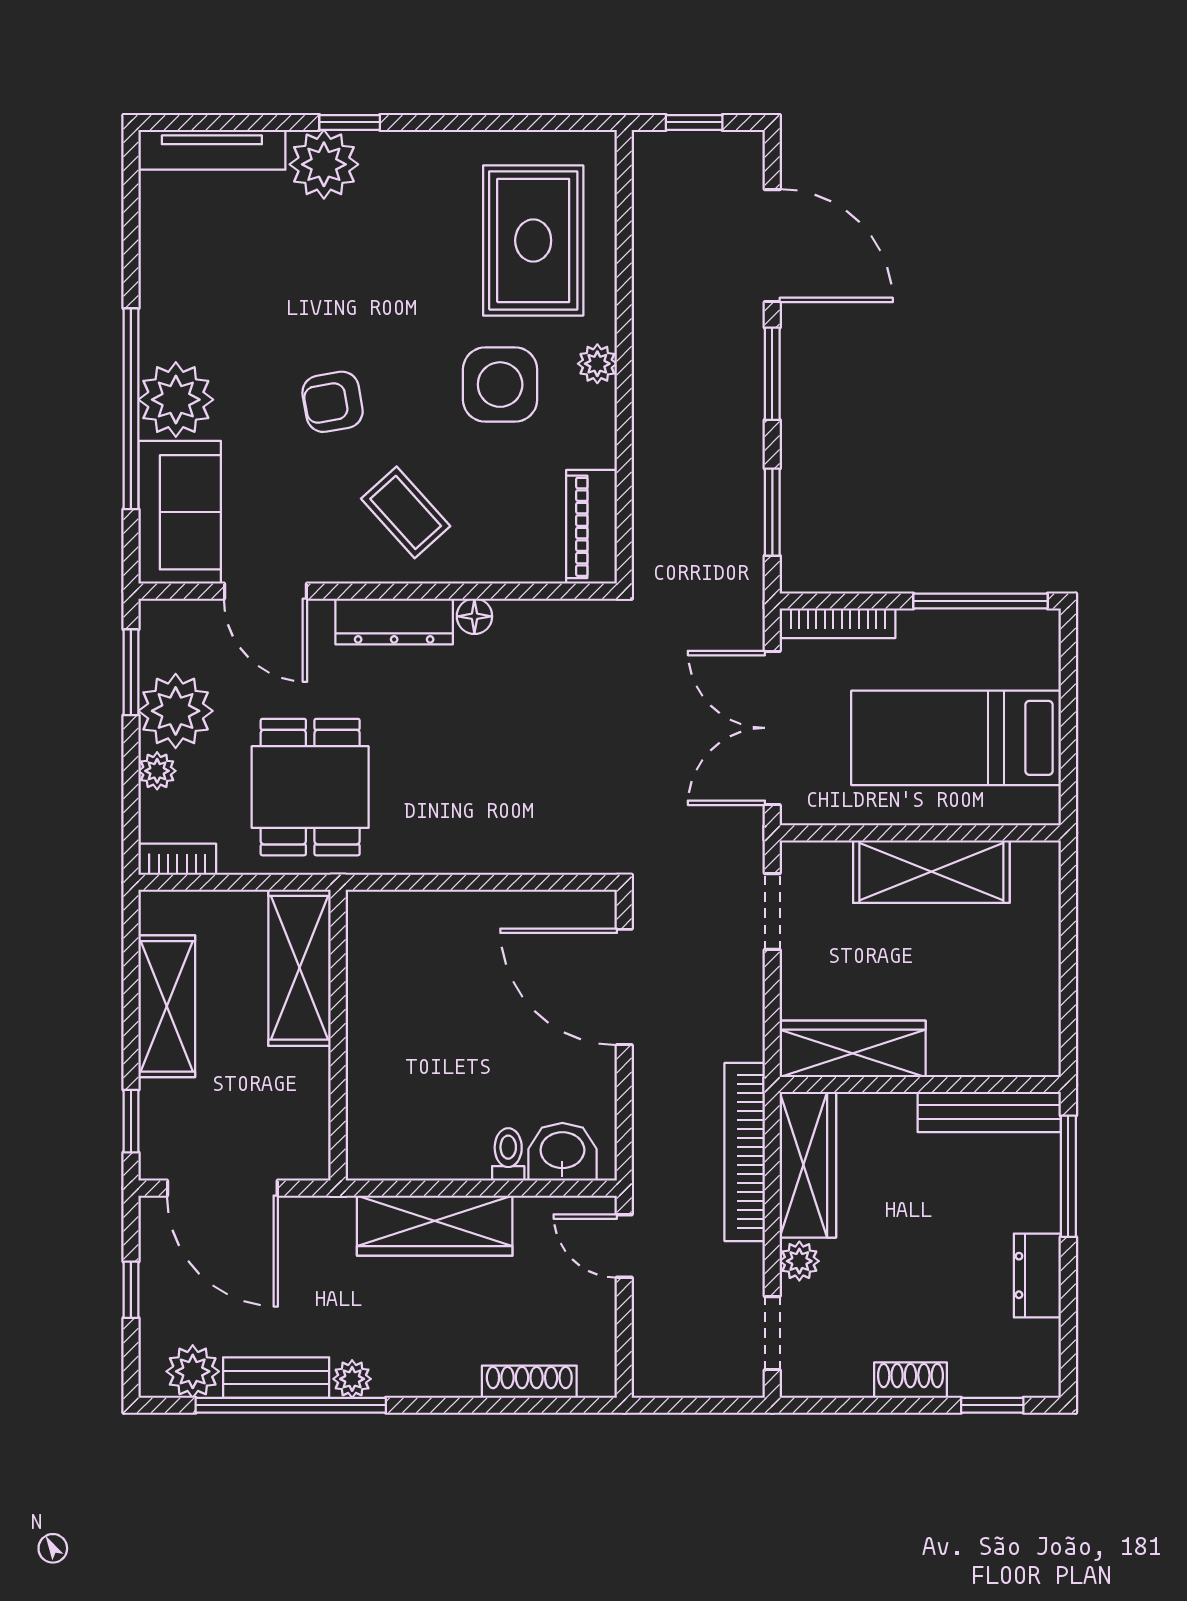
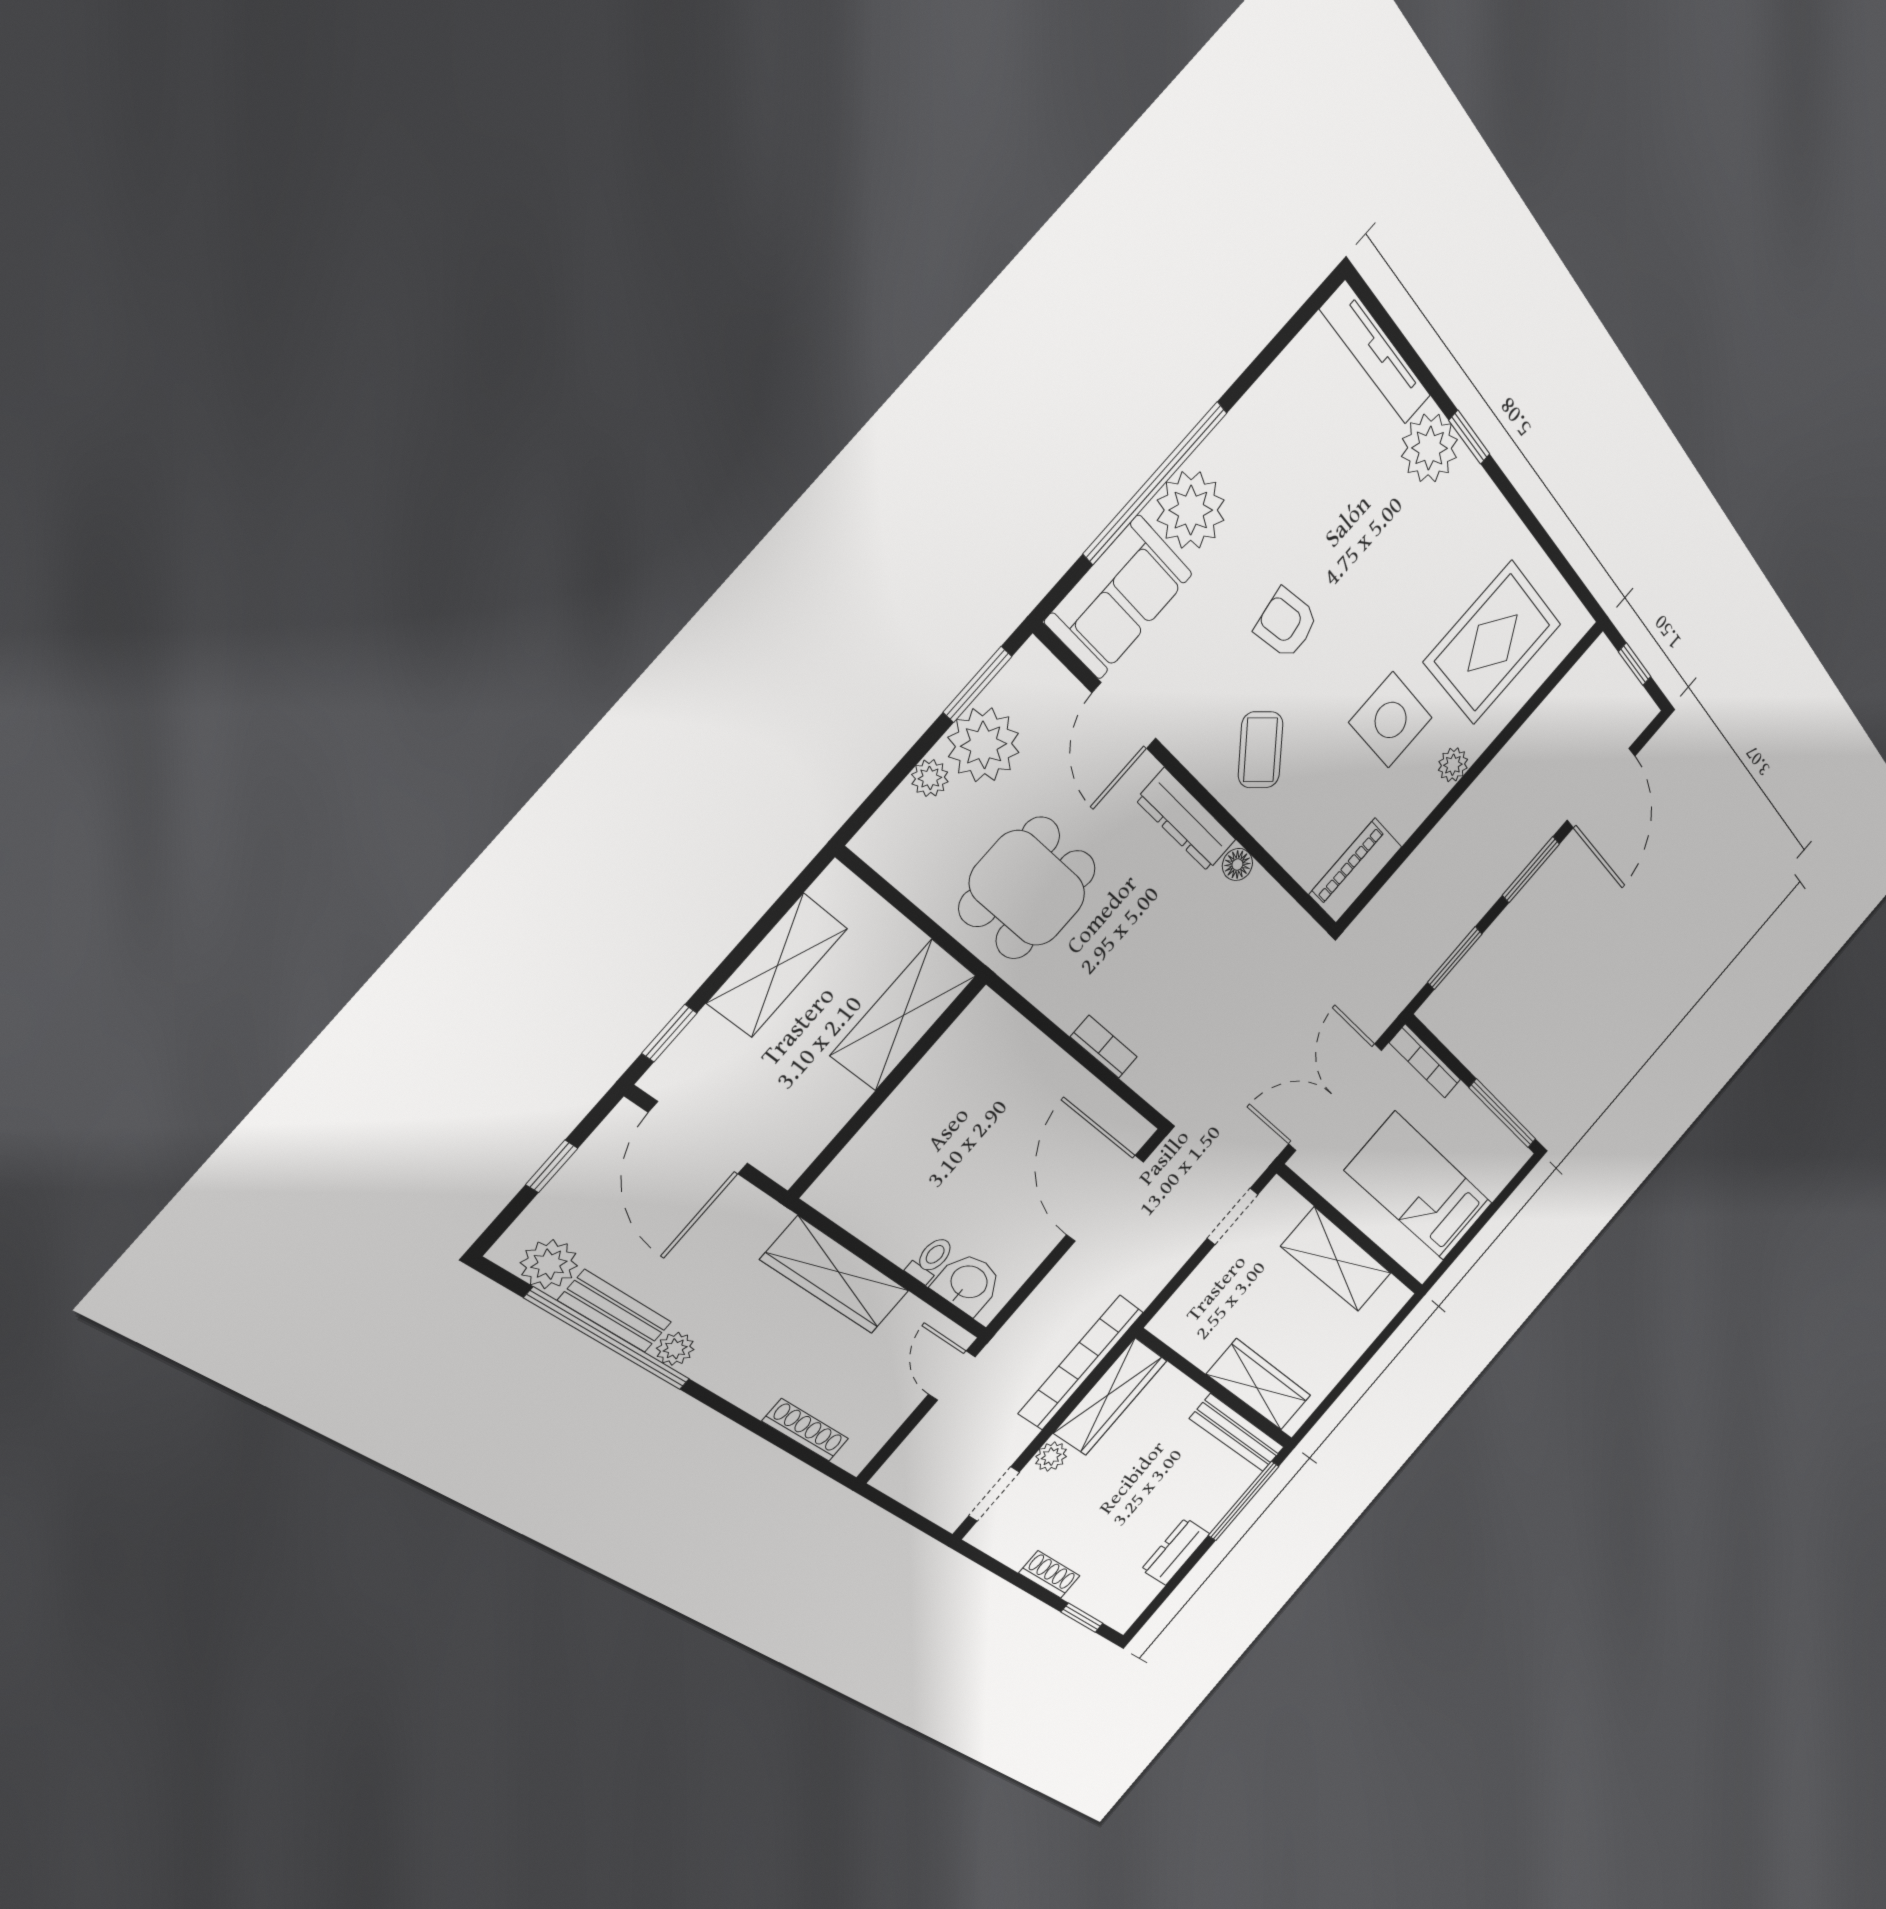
bookcase: (177, 859) -> (1104, 1047), moved
wardrobe: (853, 1049) -> (1259, 1385), moved

